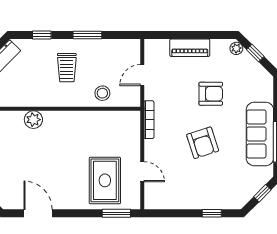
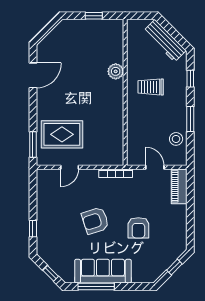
piano: (190, 48) -> (179, 186), moved
plant: (236, 48) -> (178, 250), removed
trolley: (67, 68) -> (151, 87), moved
stool: (102, 93) -> (176, 139), moved

